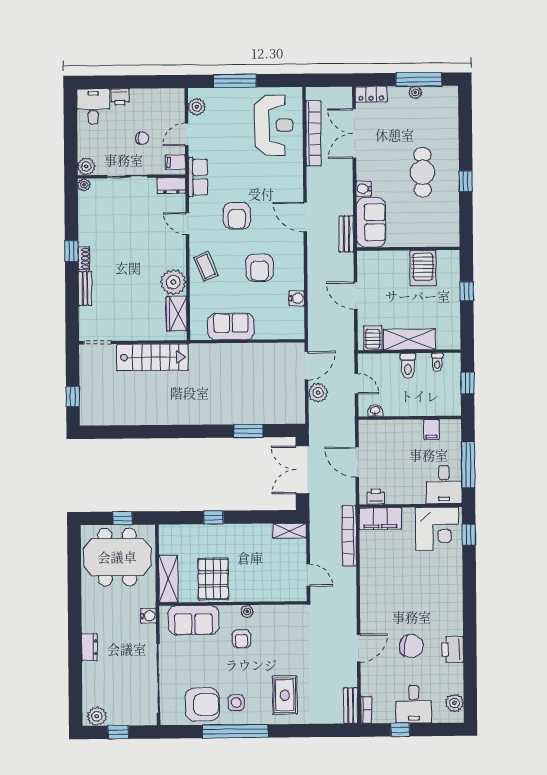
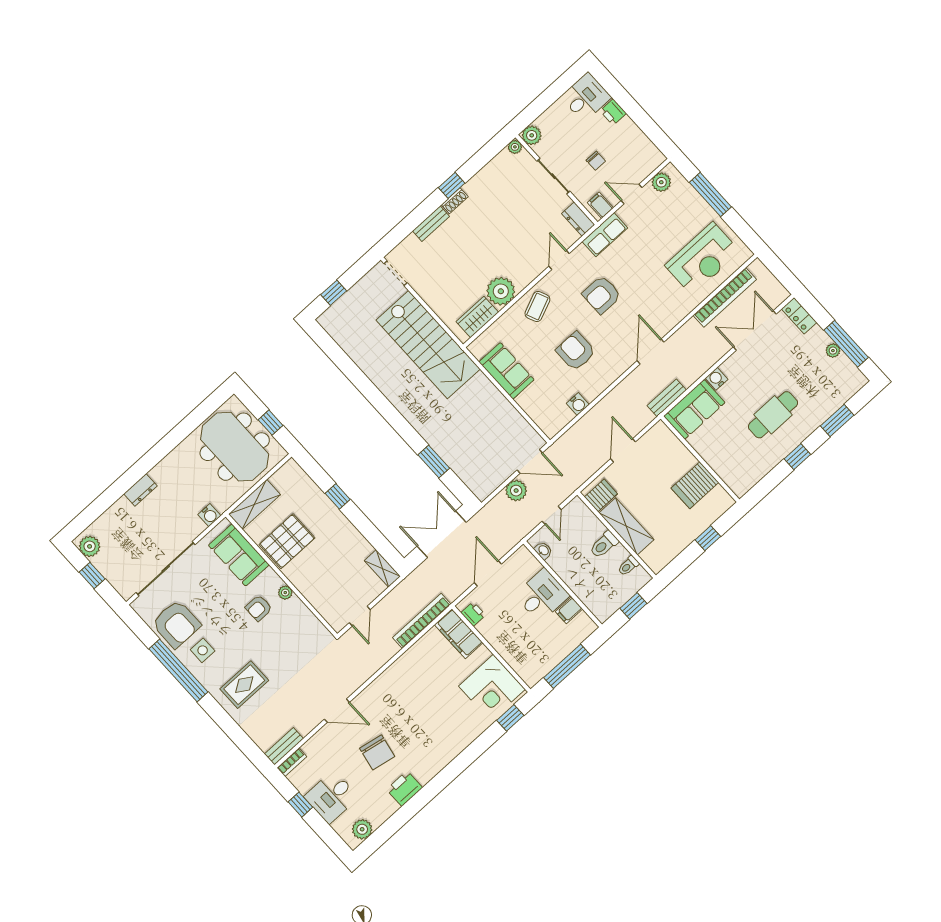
window: (465, 132) -> (837, 420), added
armchair: (260, 268) -> (576, 351), turned 90
stairs: (152, 357) -> (428, 345), width x1.36, depth x1.51
desk: (444, 485) -> (542, 595), moved, turned 180

